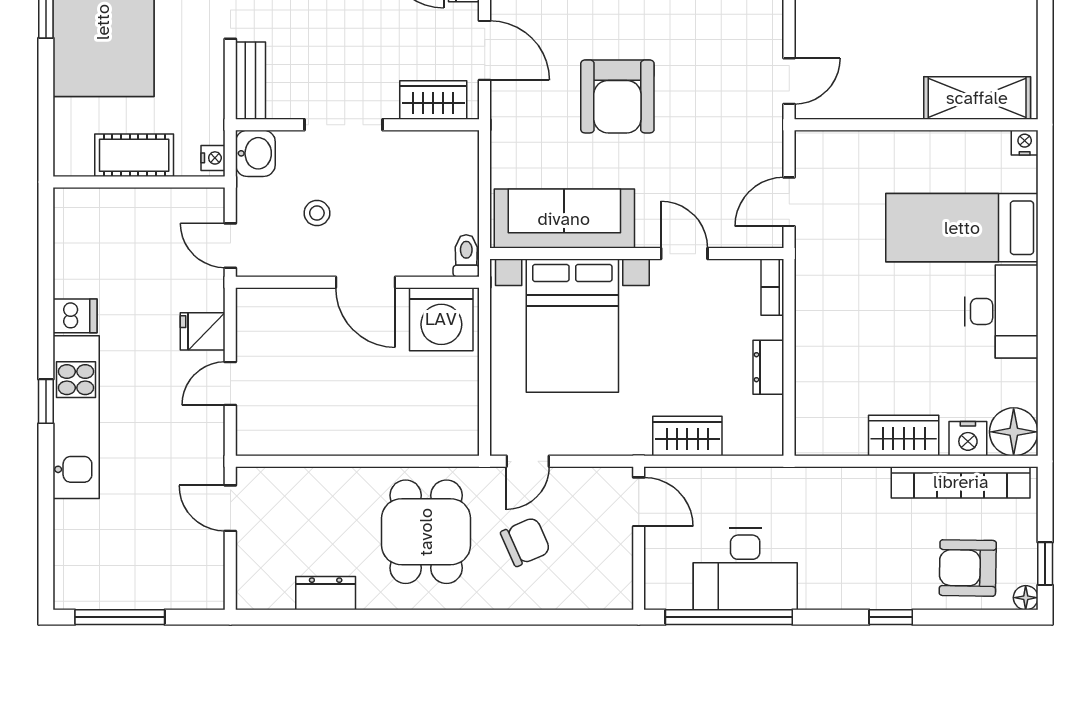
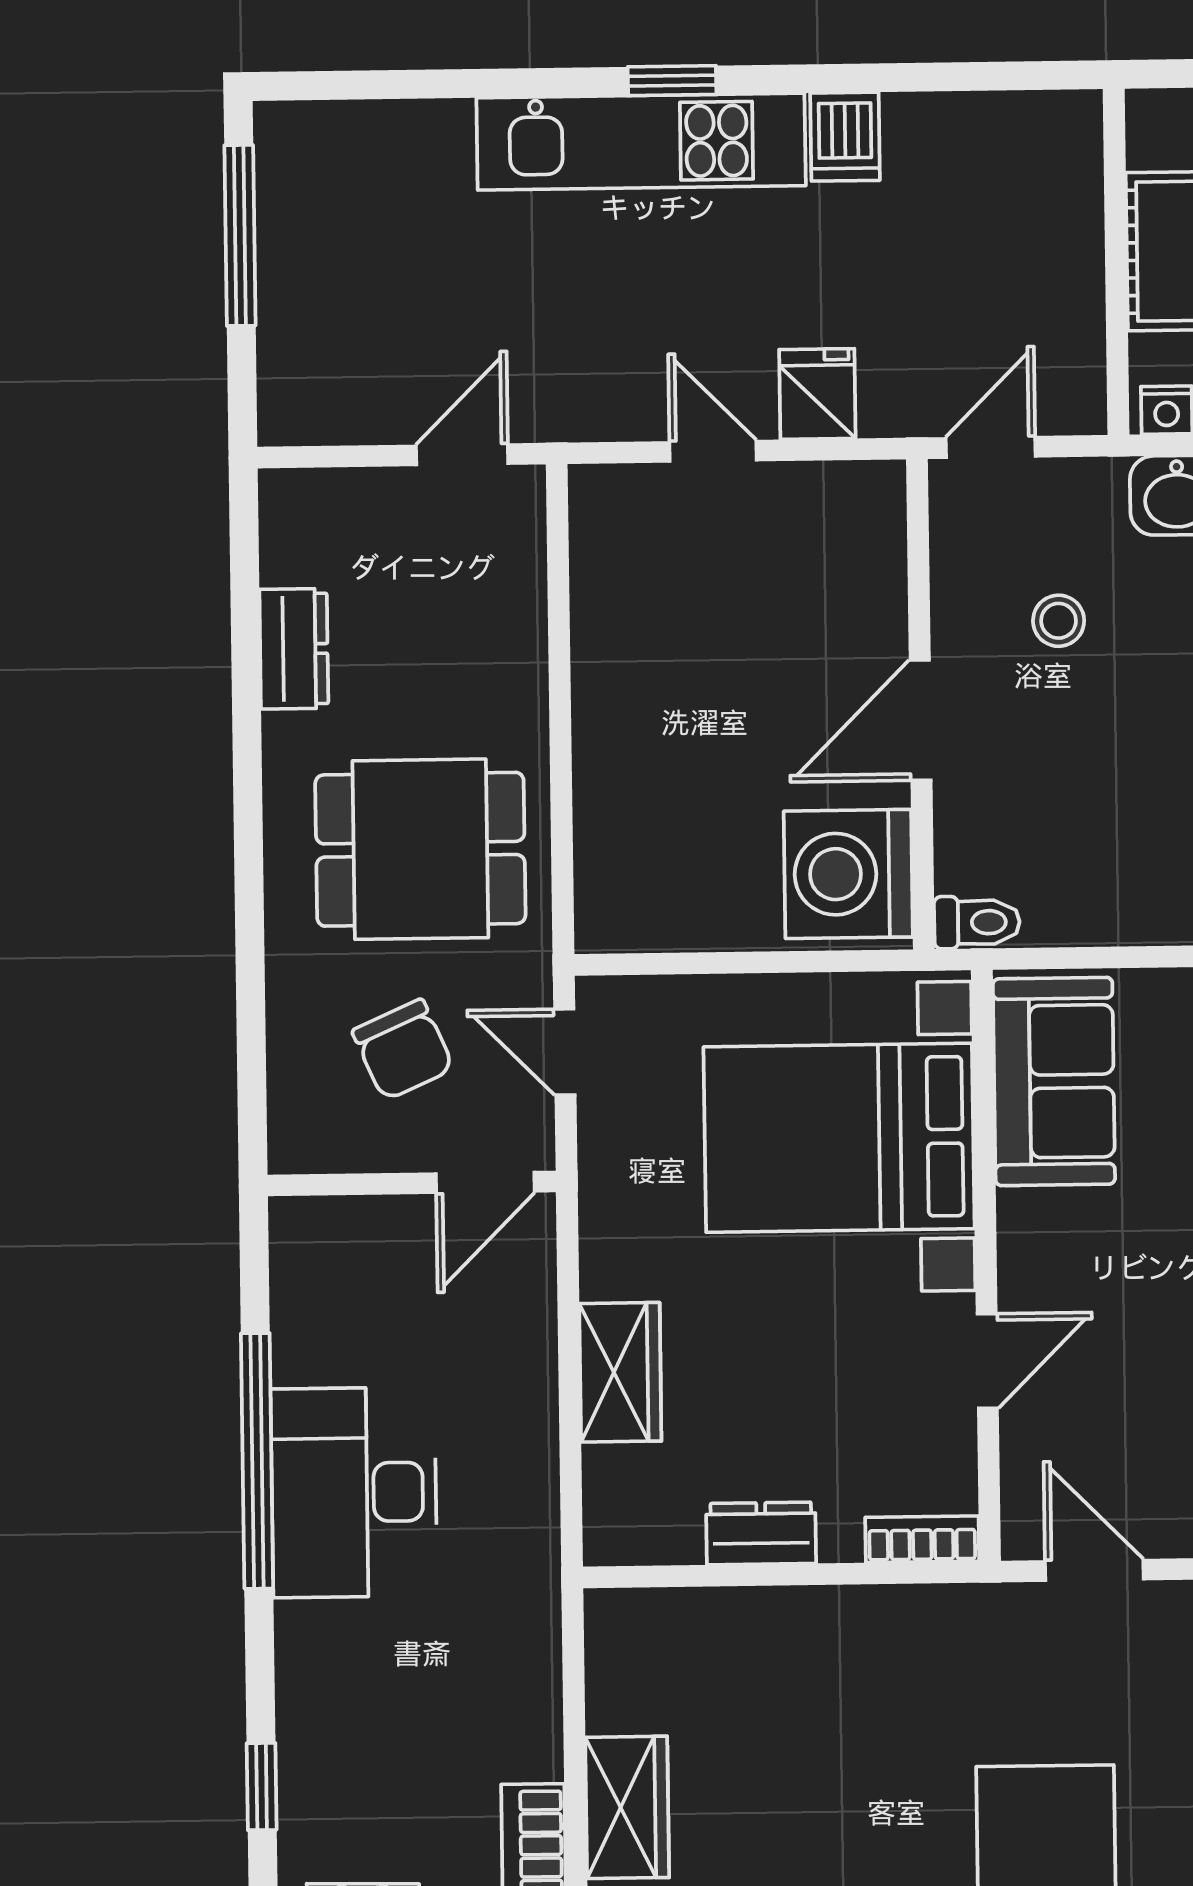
sofa: (564, 219) -> (1054, 1081), width x0.73
door: (639, 502) -> (485, 1182), moved
wall: (639, 538) -> (412, 1183), moved

